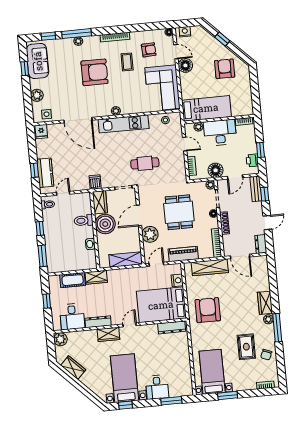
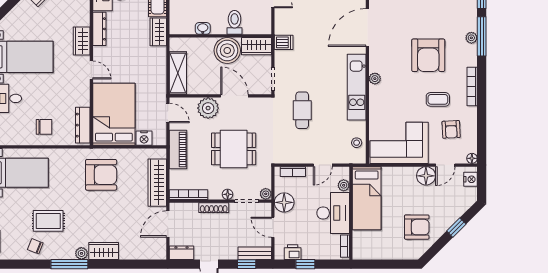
chair: (176, 357) -> (44, 127), added

